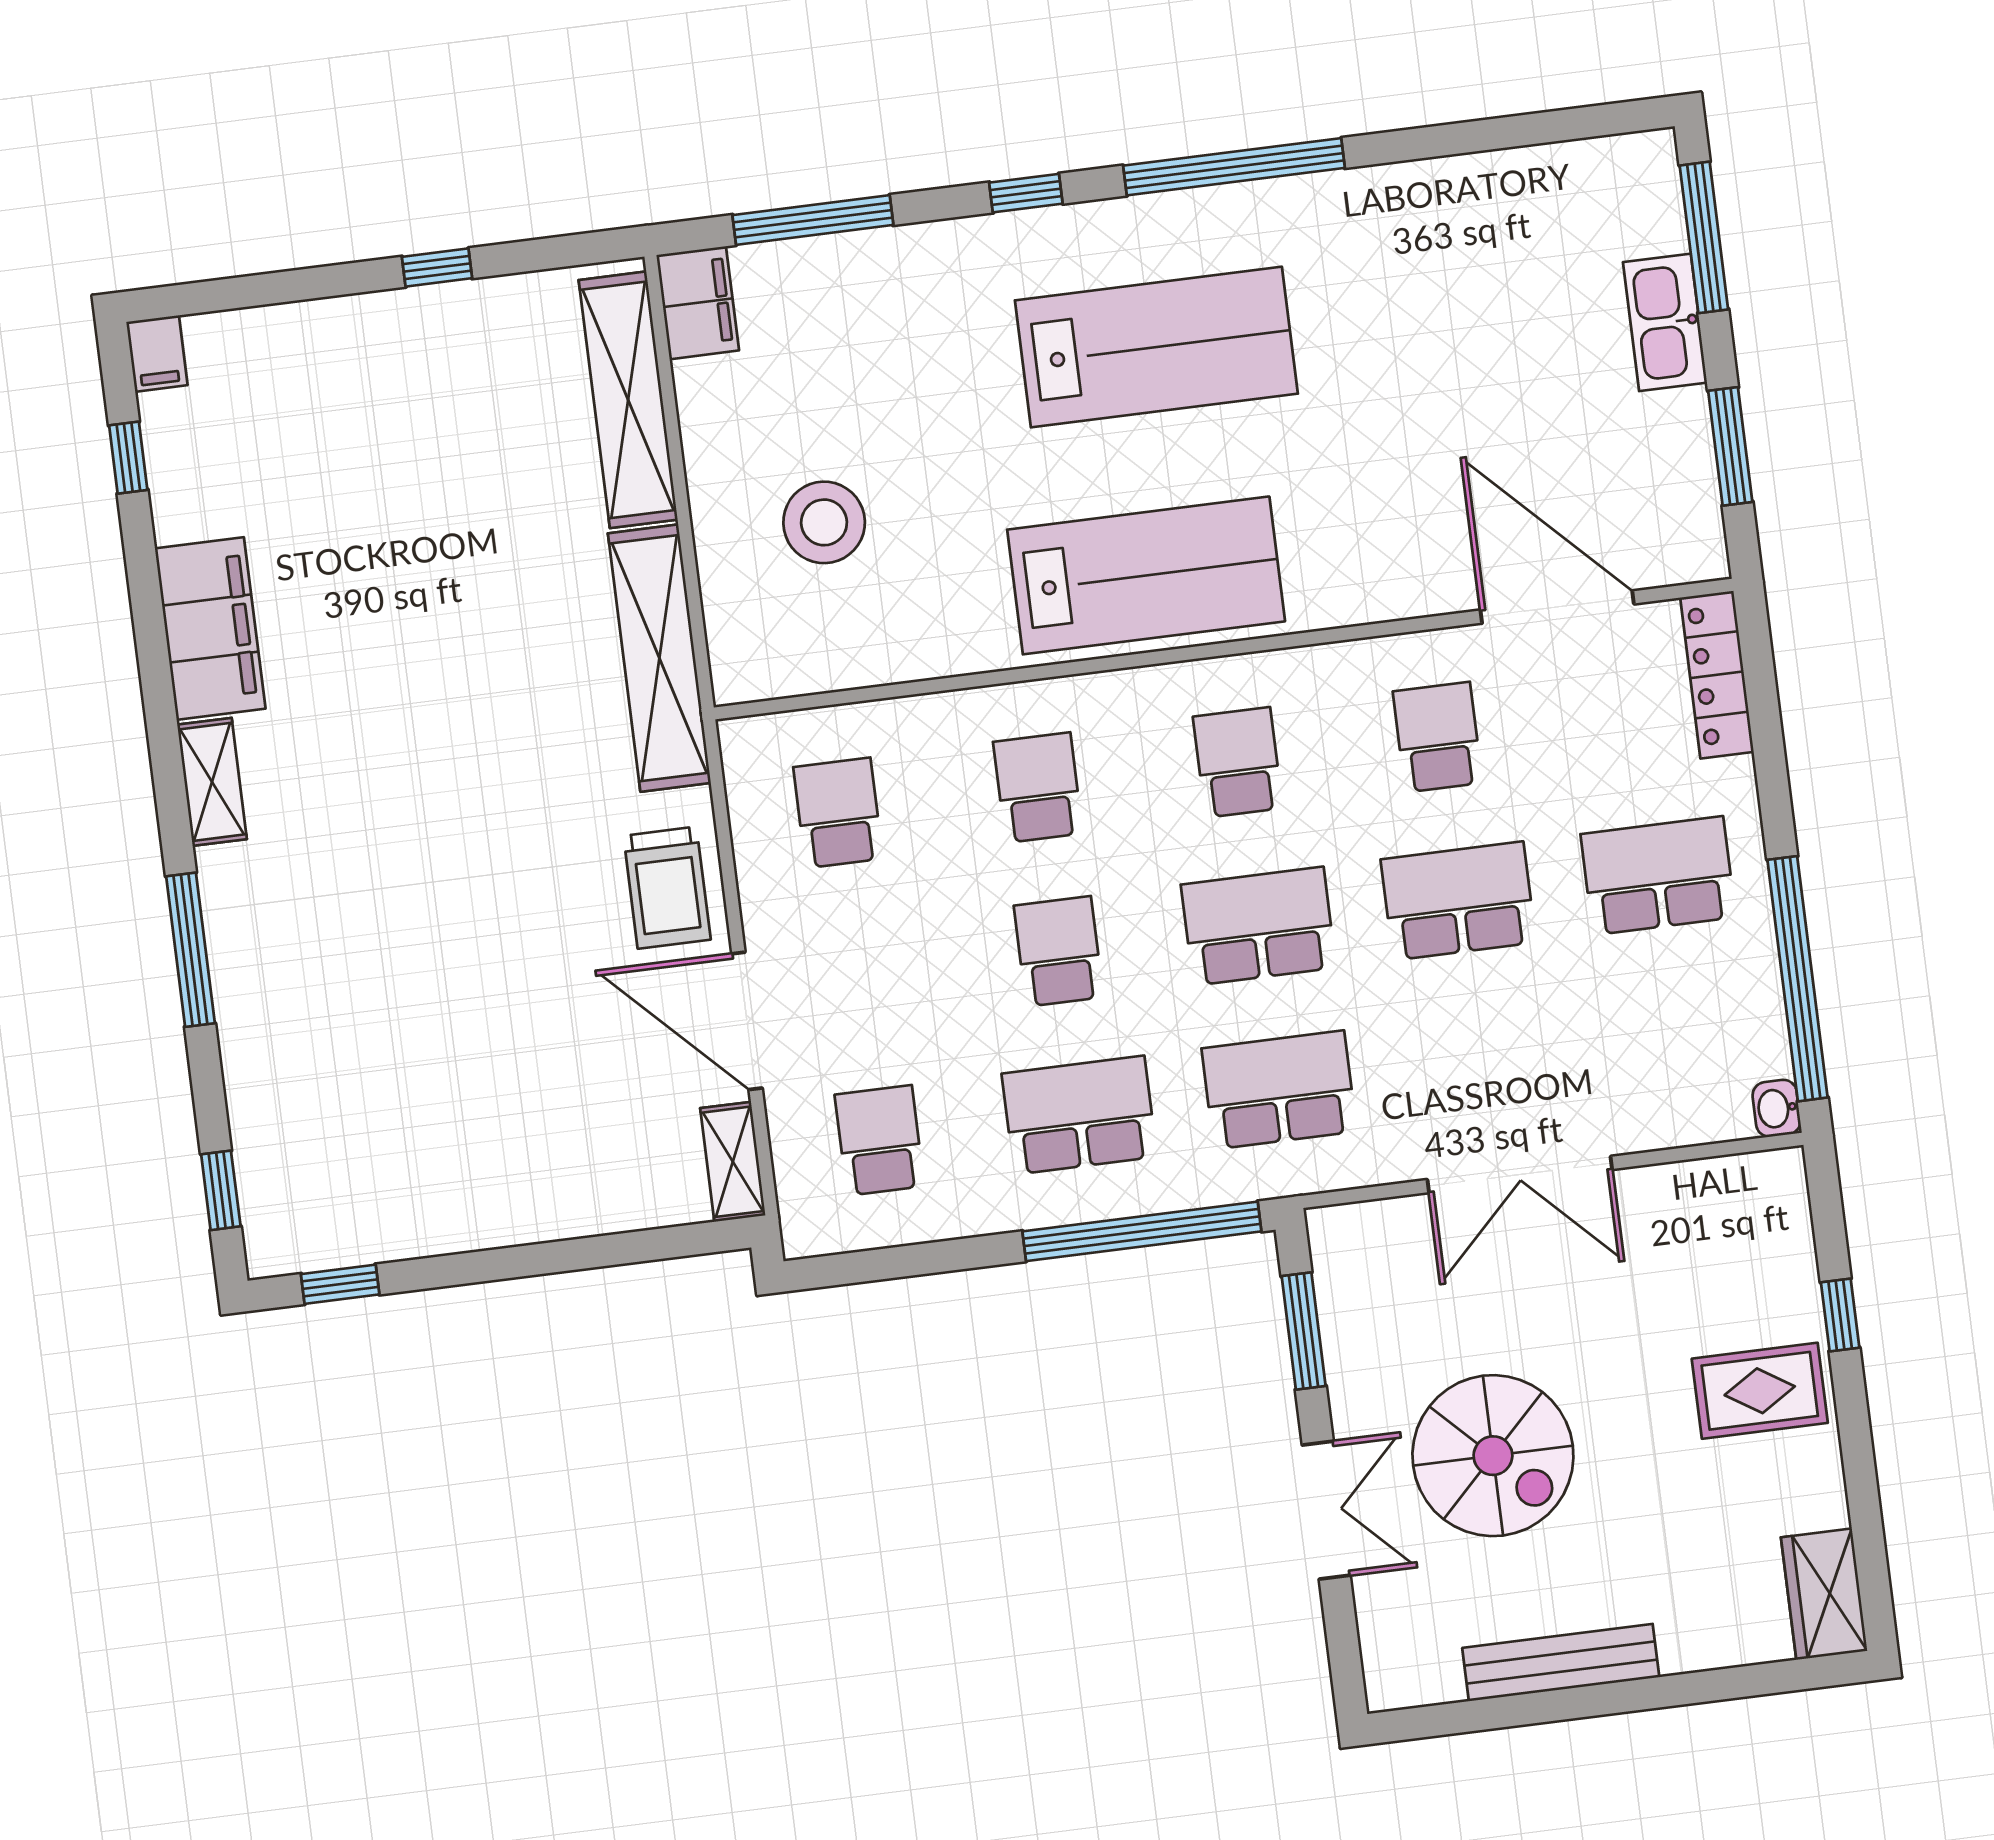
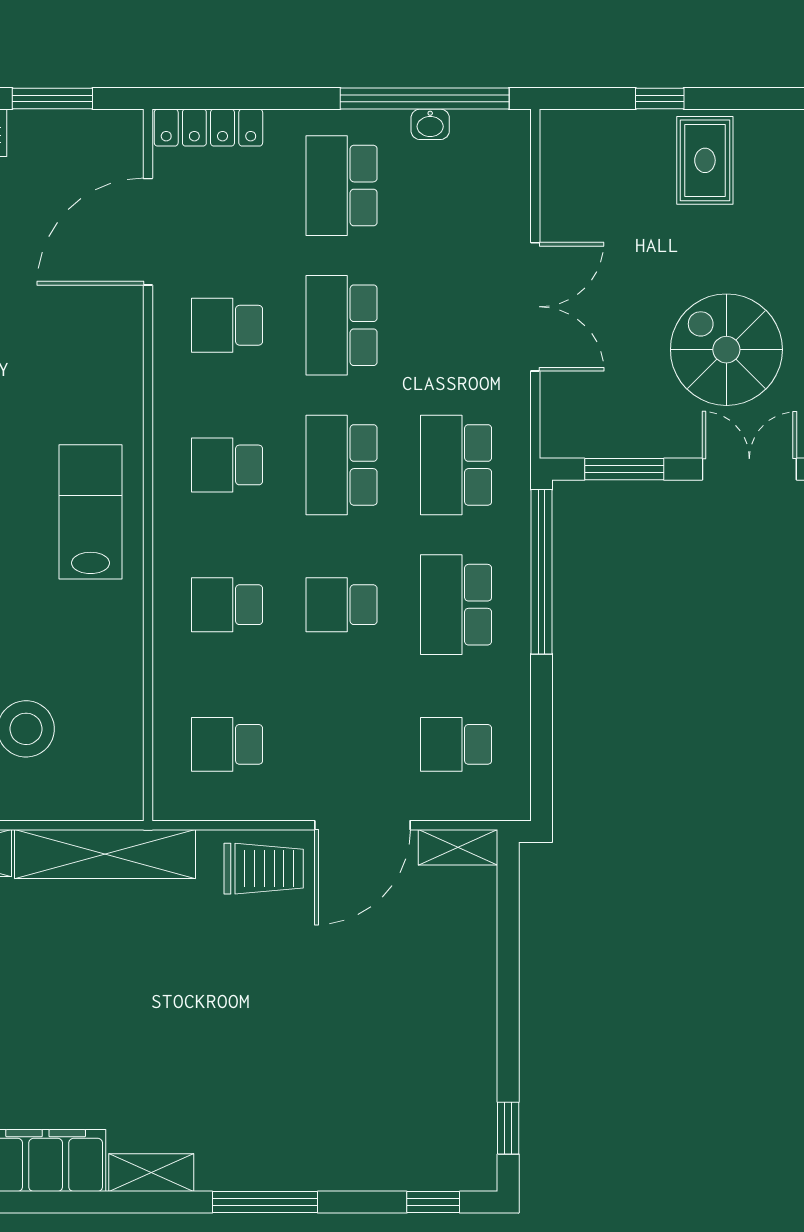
lab bench: (1146, 575) -> (90, 512), width x0.73, depth x0.72
washbasin: (1776, 1108) -> (430, 124), moved
spiral stairs: (1493, 1456) -> (726, 350), turned -90

